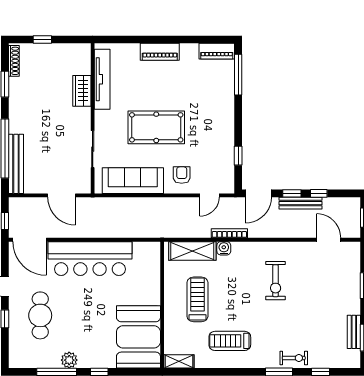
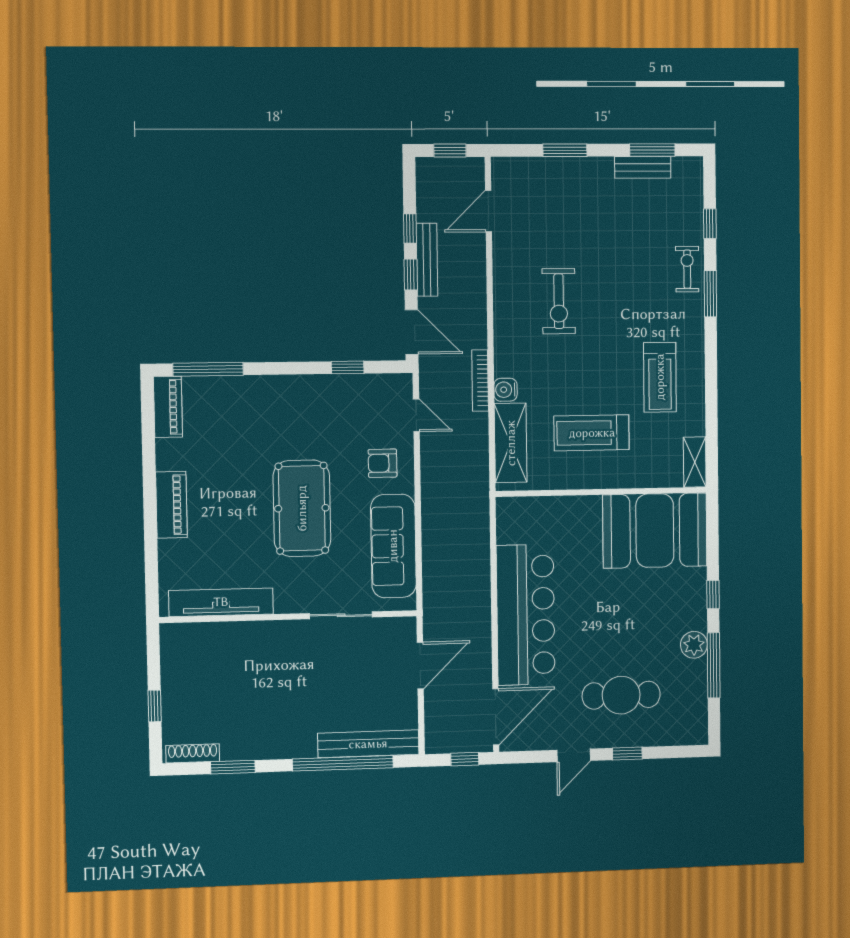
wardrobe: (82, 91) -> (242, 636), removed
exercise bike: (276, 281) -> (559, 301), turned 90

